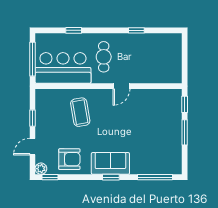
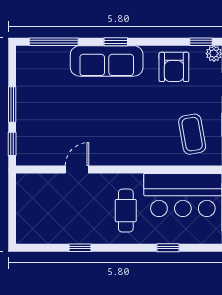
door: (121, 86) -> (77, 170), moved
coffee table: (80, 112) -> (192, 134), moved
armchair: (69, 159) -> (174, 67), turned -90
sofa: (110, 163) -> (107, 61), width x1.36

